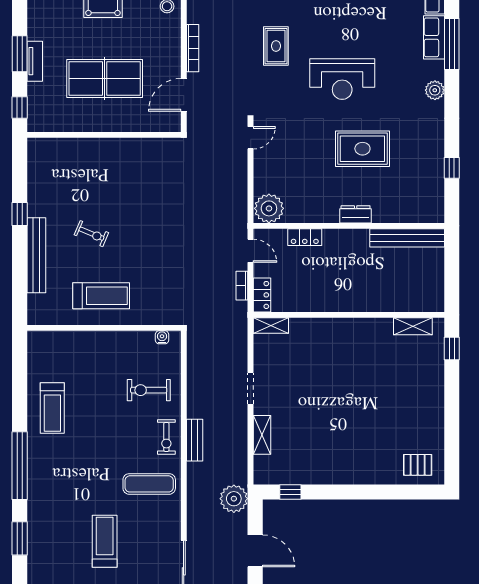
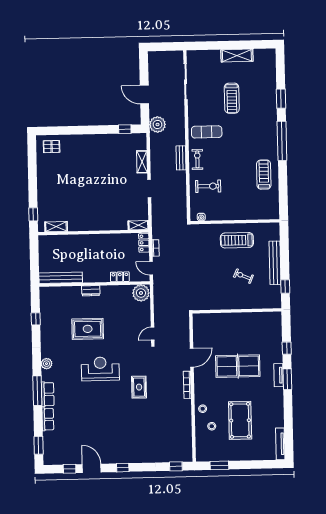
wall: (104, 135) -> (237, 311), moved

